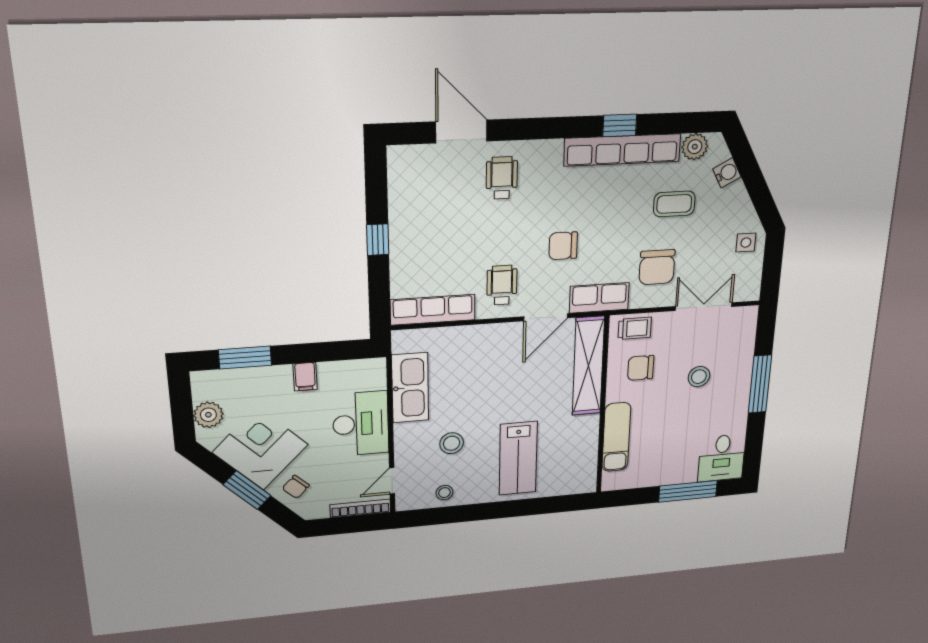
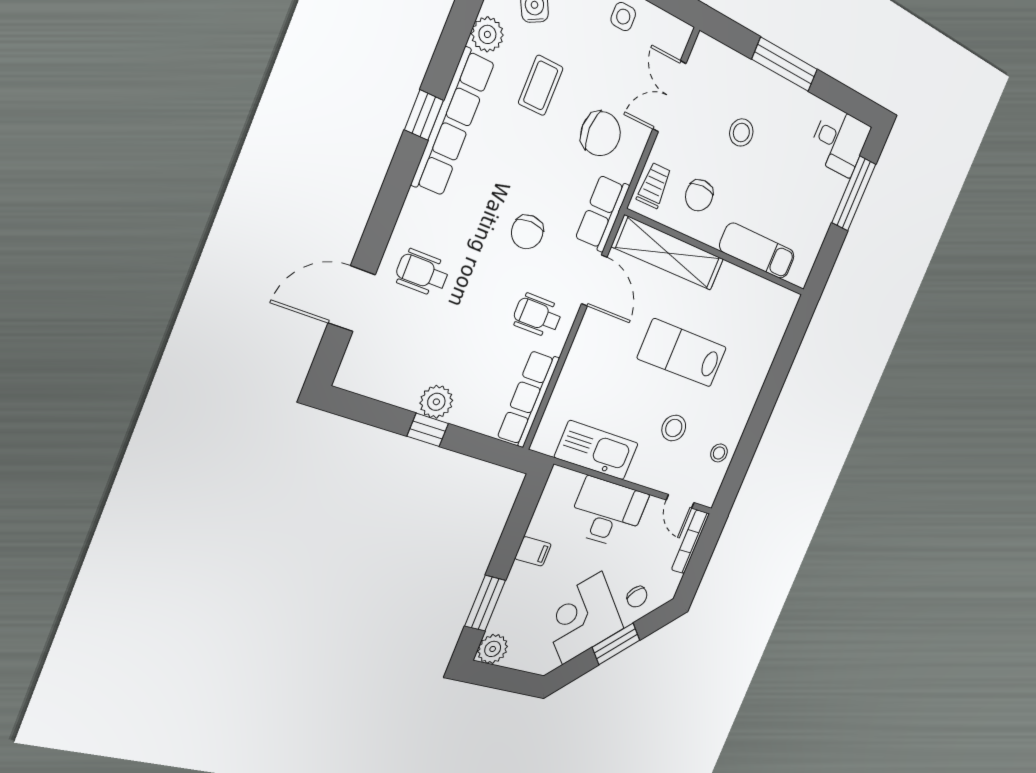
plant: (403, 236) -> (436, 402), added
plant: (208, 415) -> (493, 649), moved
lab bench: (518, 458) -> (682, 353), moved, turned 180

